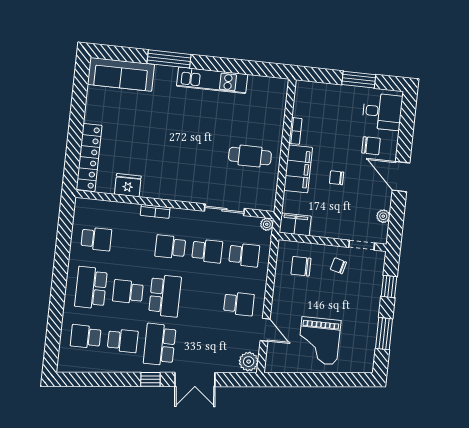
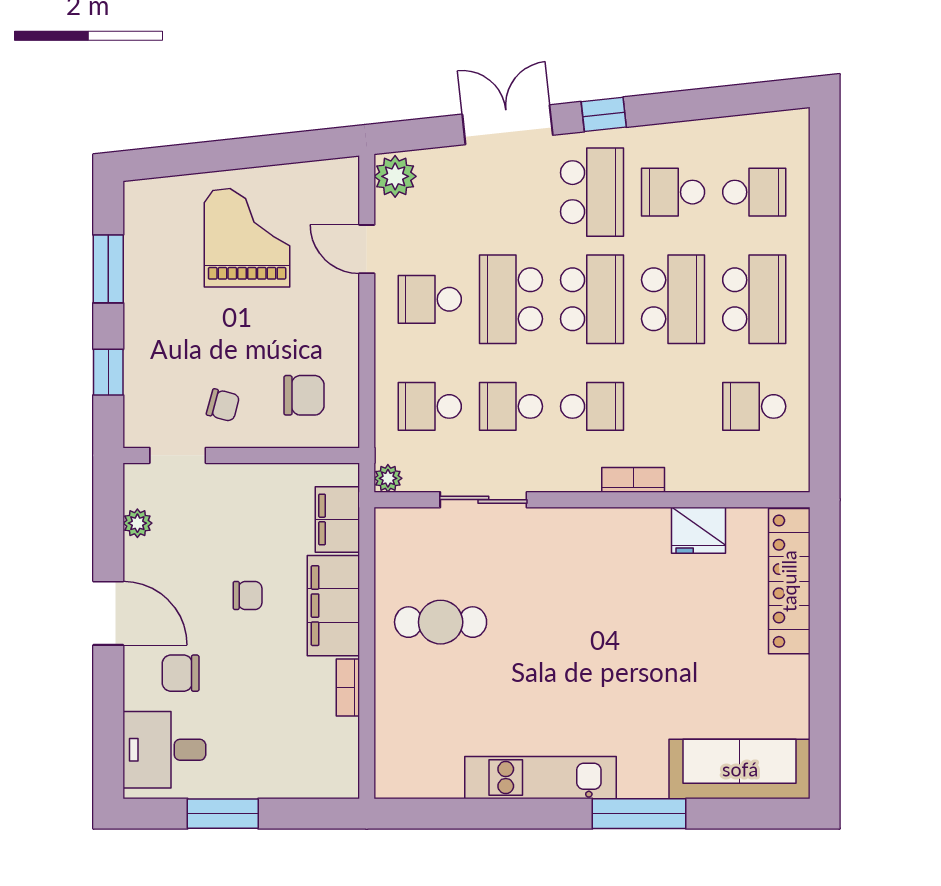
filing cabinet: (295, 224) -> (337, 519), moved, turned 90
school desk: (128, 292) -> (673, 299), width x1.85
school desk: (165, 296) -> (592, 299), turned 180
school desk: (202, 300) -> (511, 299), added

